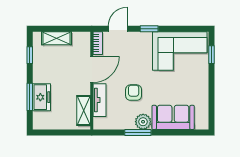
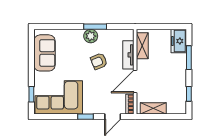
shelving: (57, 38) -> (153, 108), moved
armchair: (134, 93) -> (99, 61), turned 68
freezer: (42, 97) -> (179, 41), moved
sofa: (173, 117) -> (44, 53), moved, turned -90

